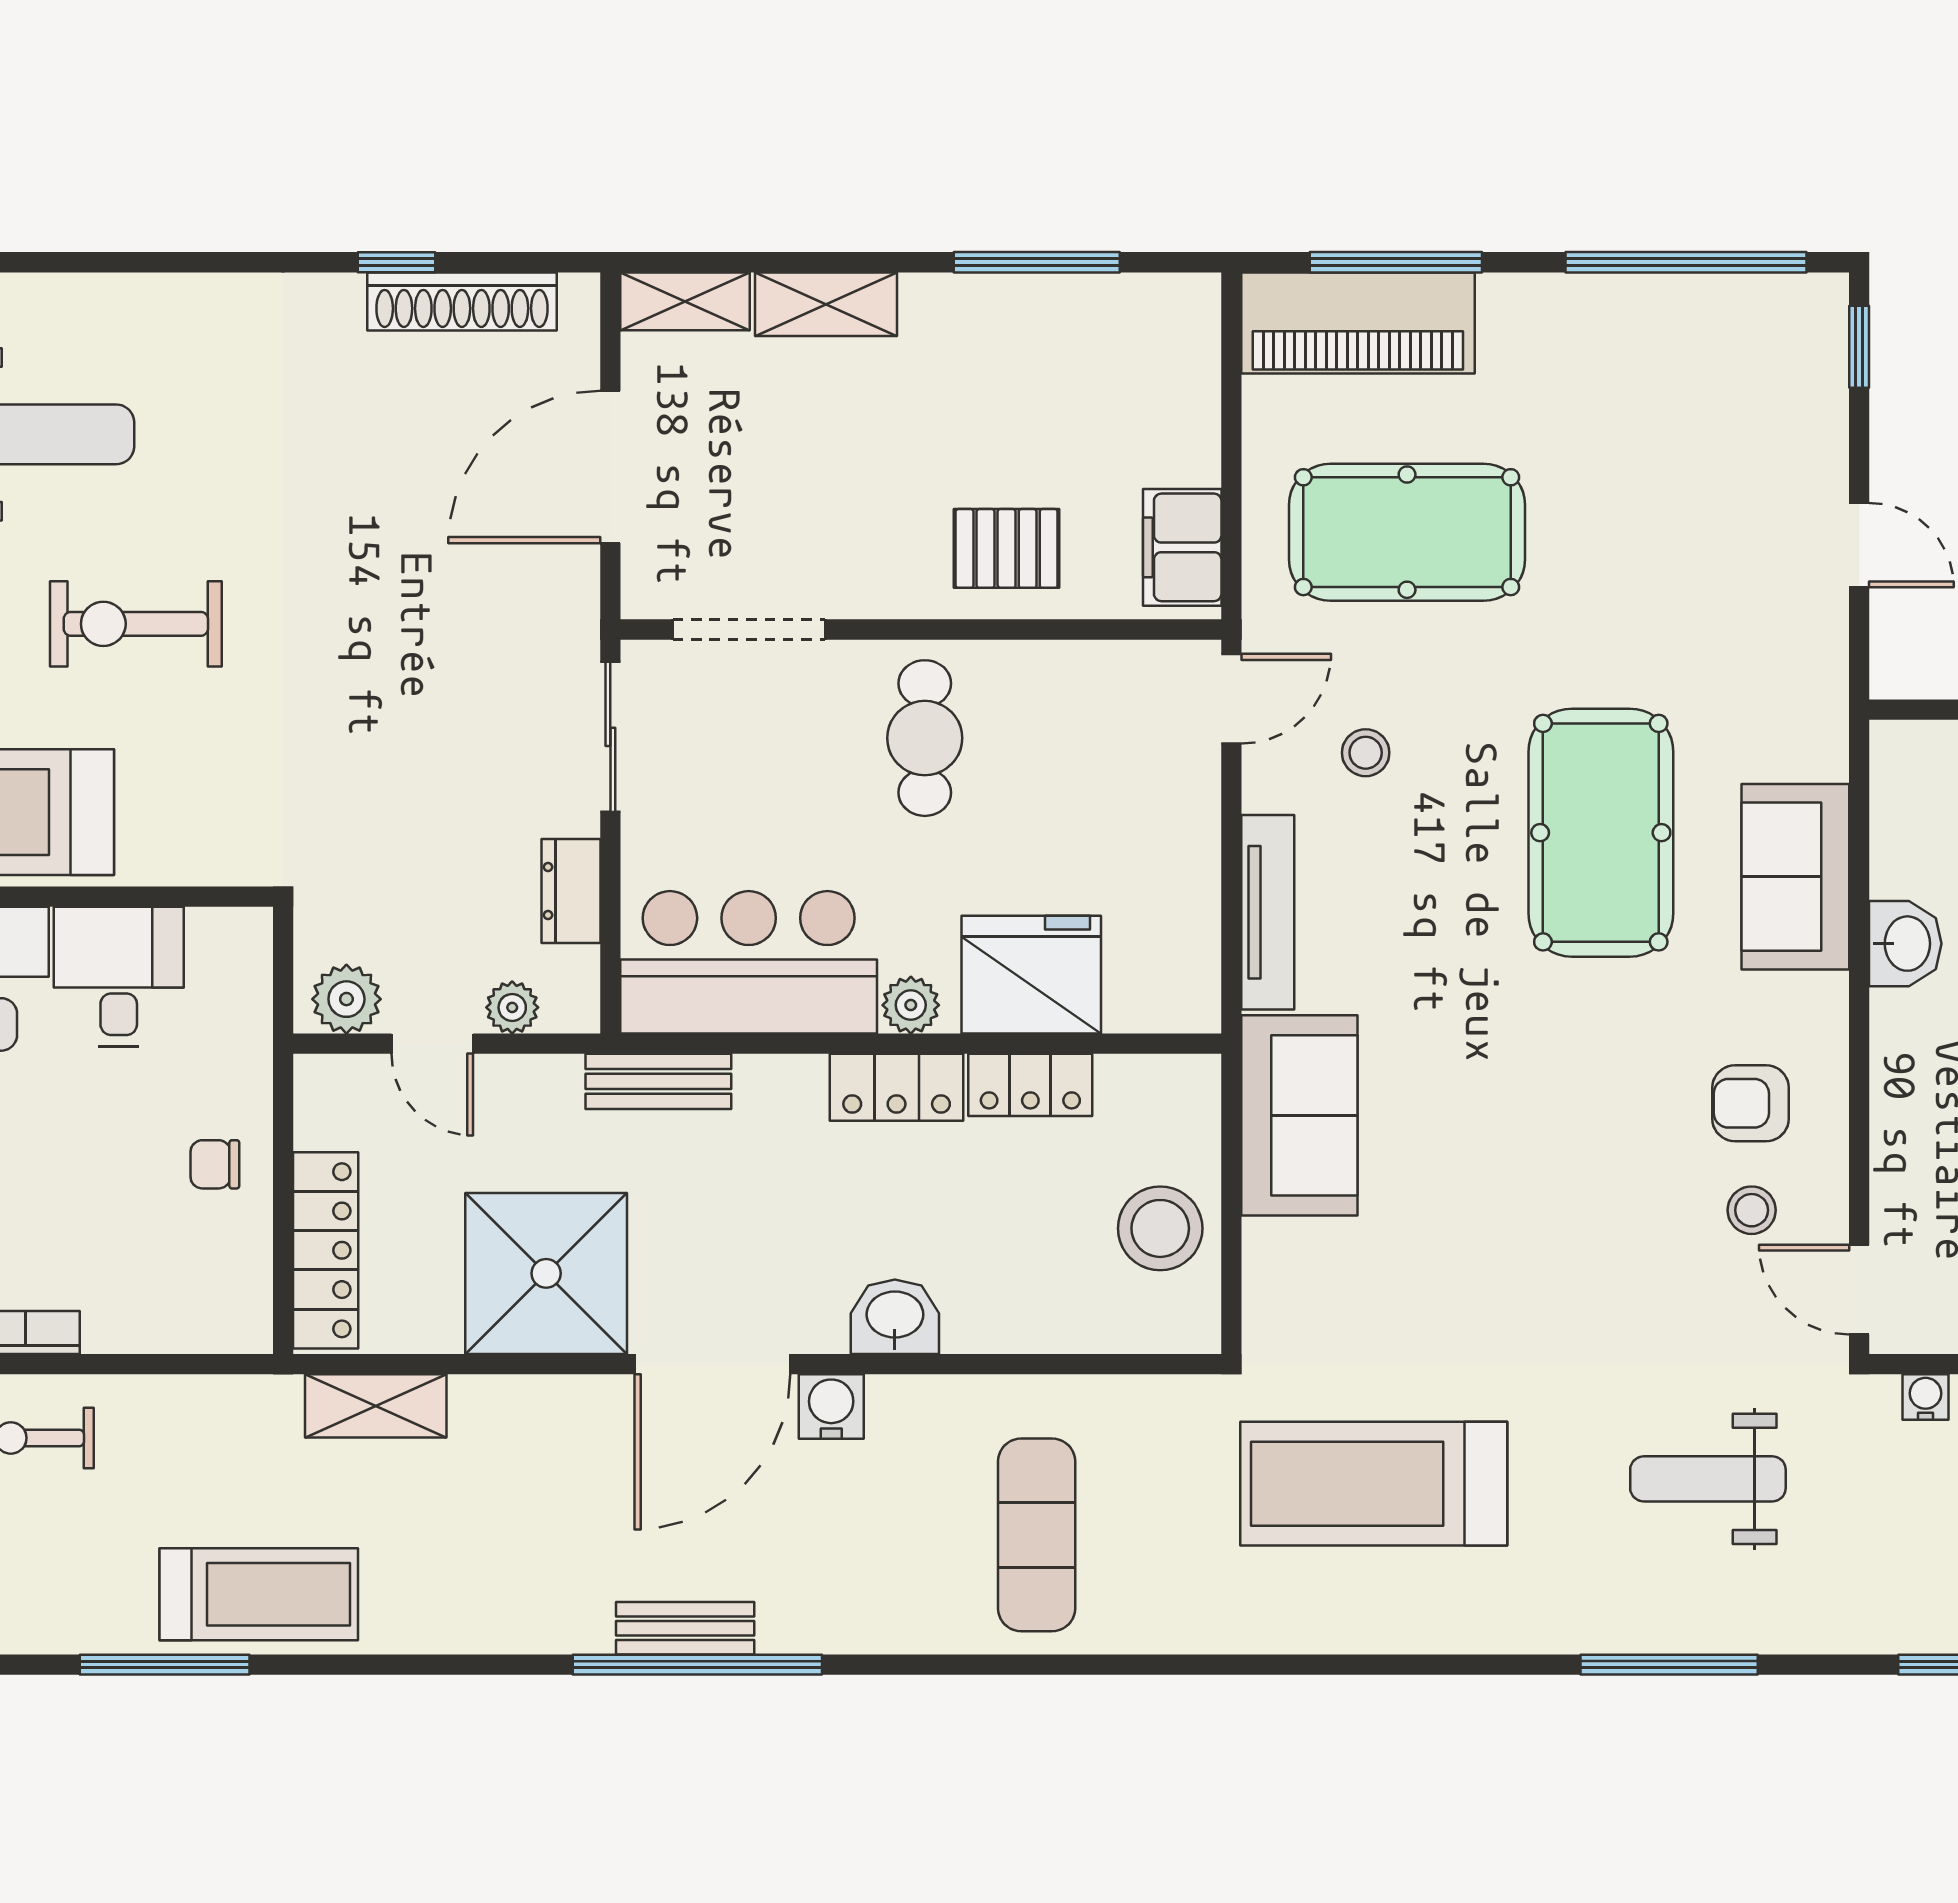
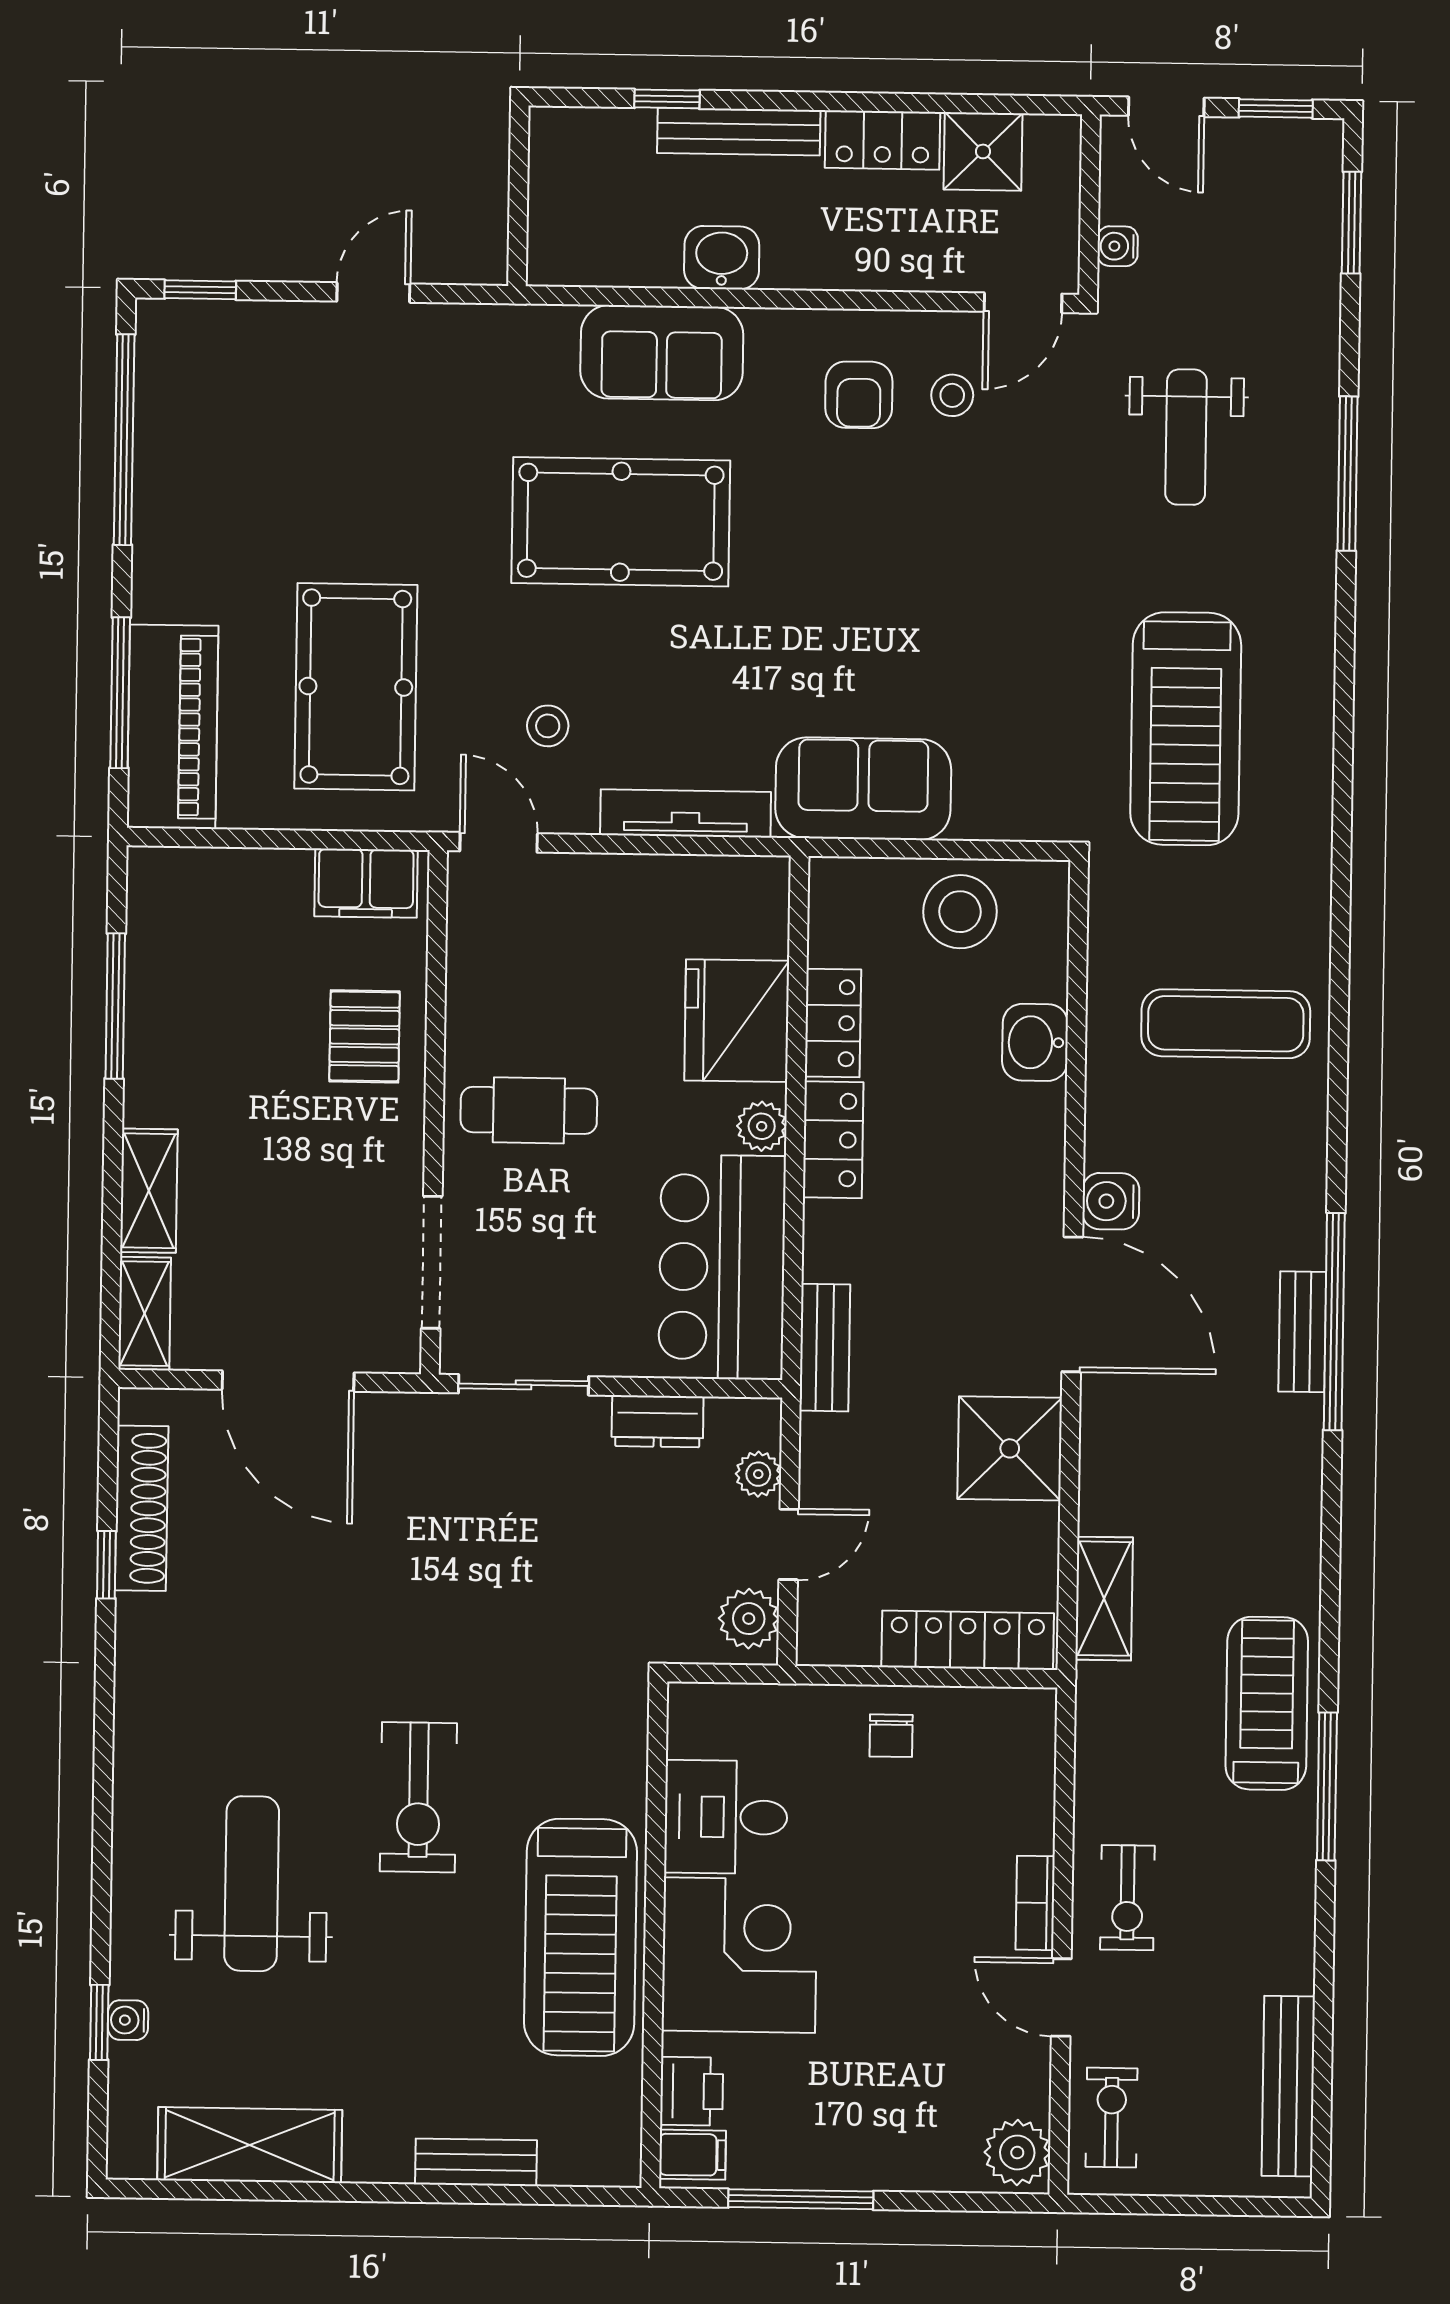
shower: (546, 1273) -> (1010, 1448), width x0.73, depth x0.73
washbasin: (895, 1317) -> (1035, 1042), moved

